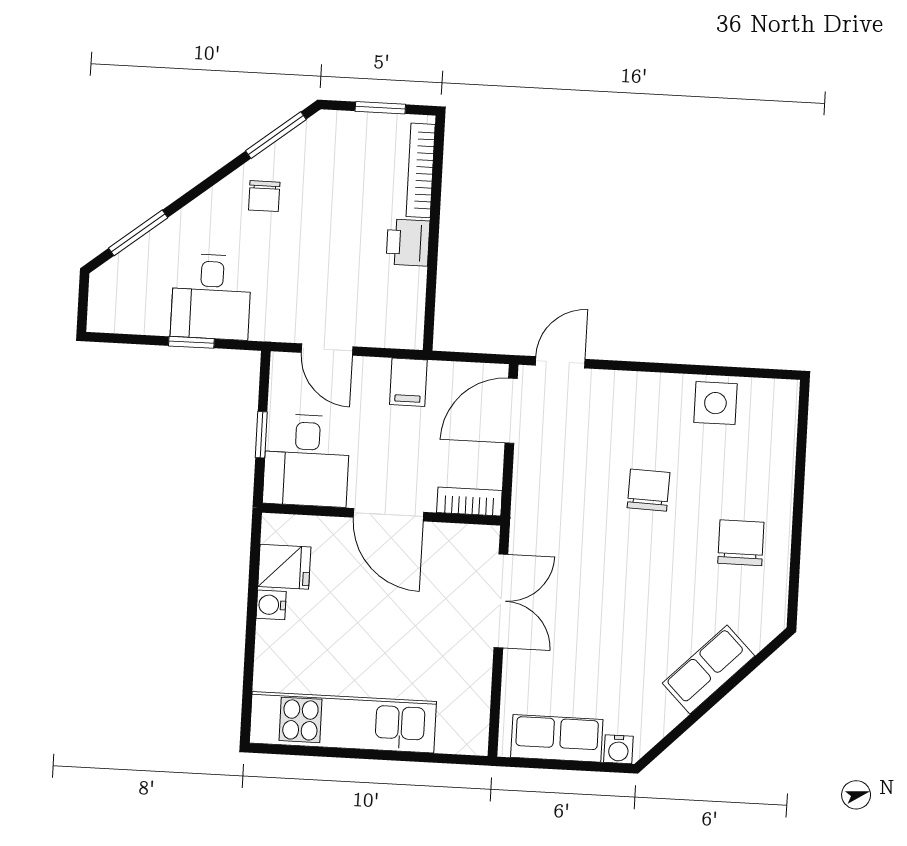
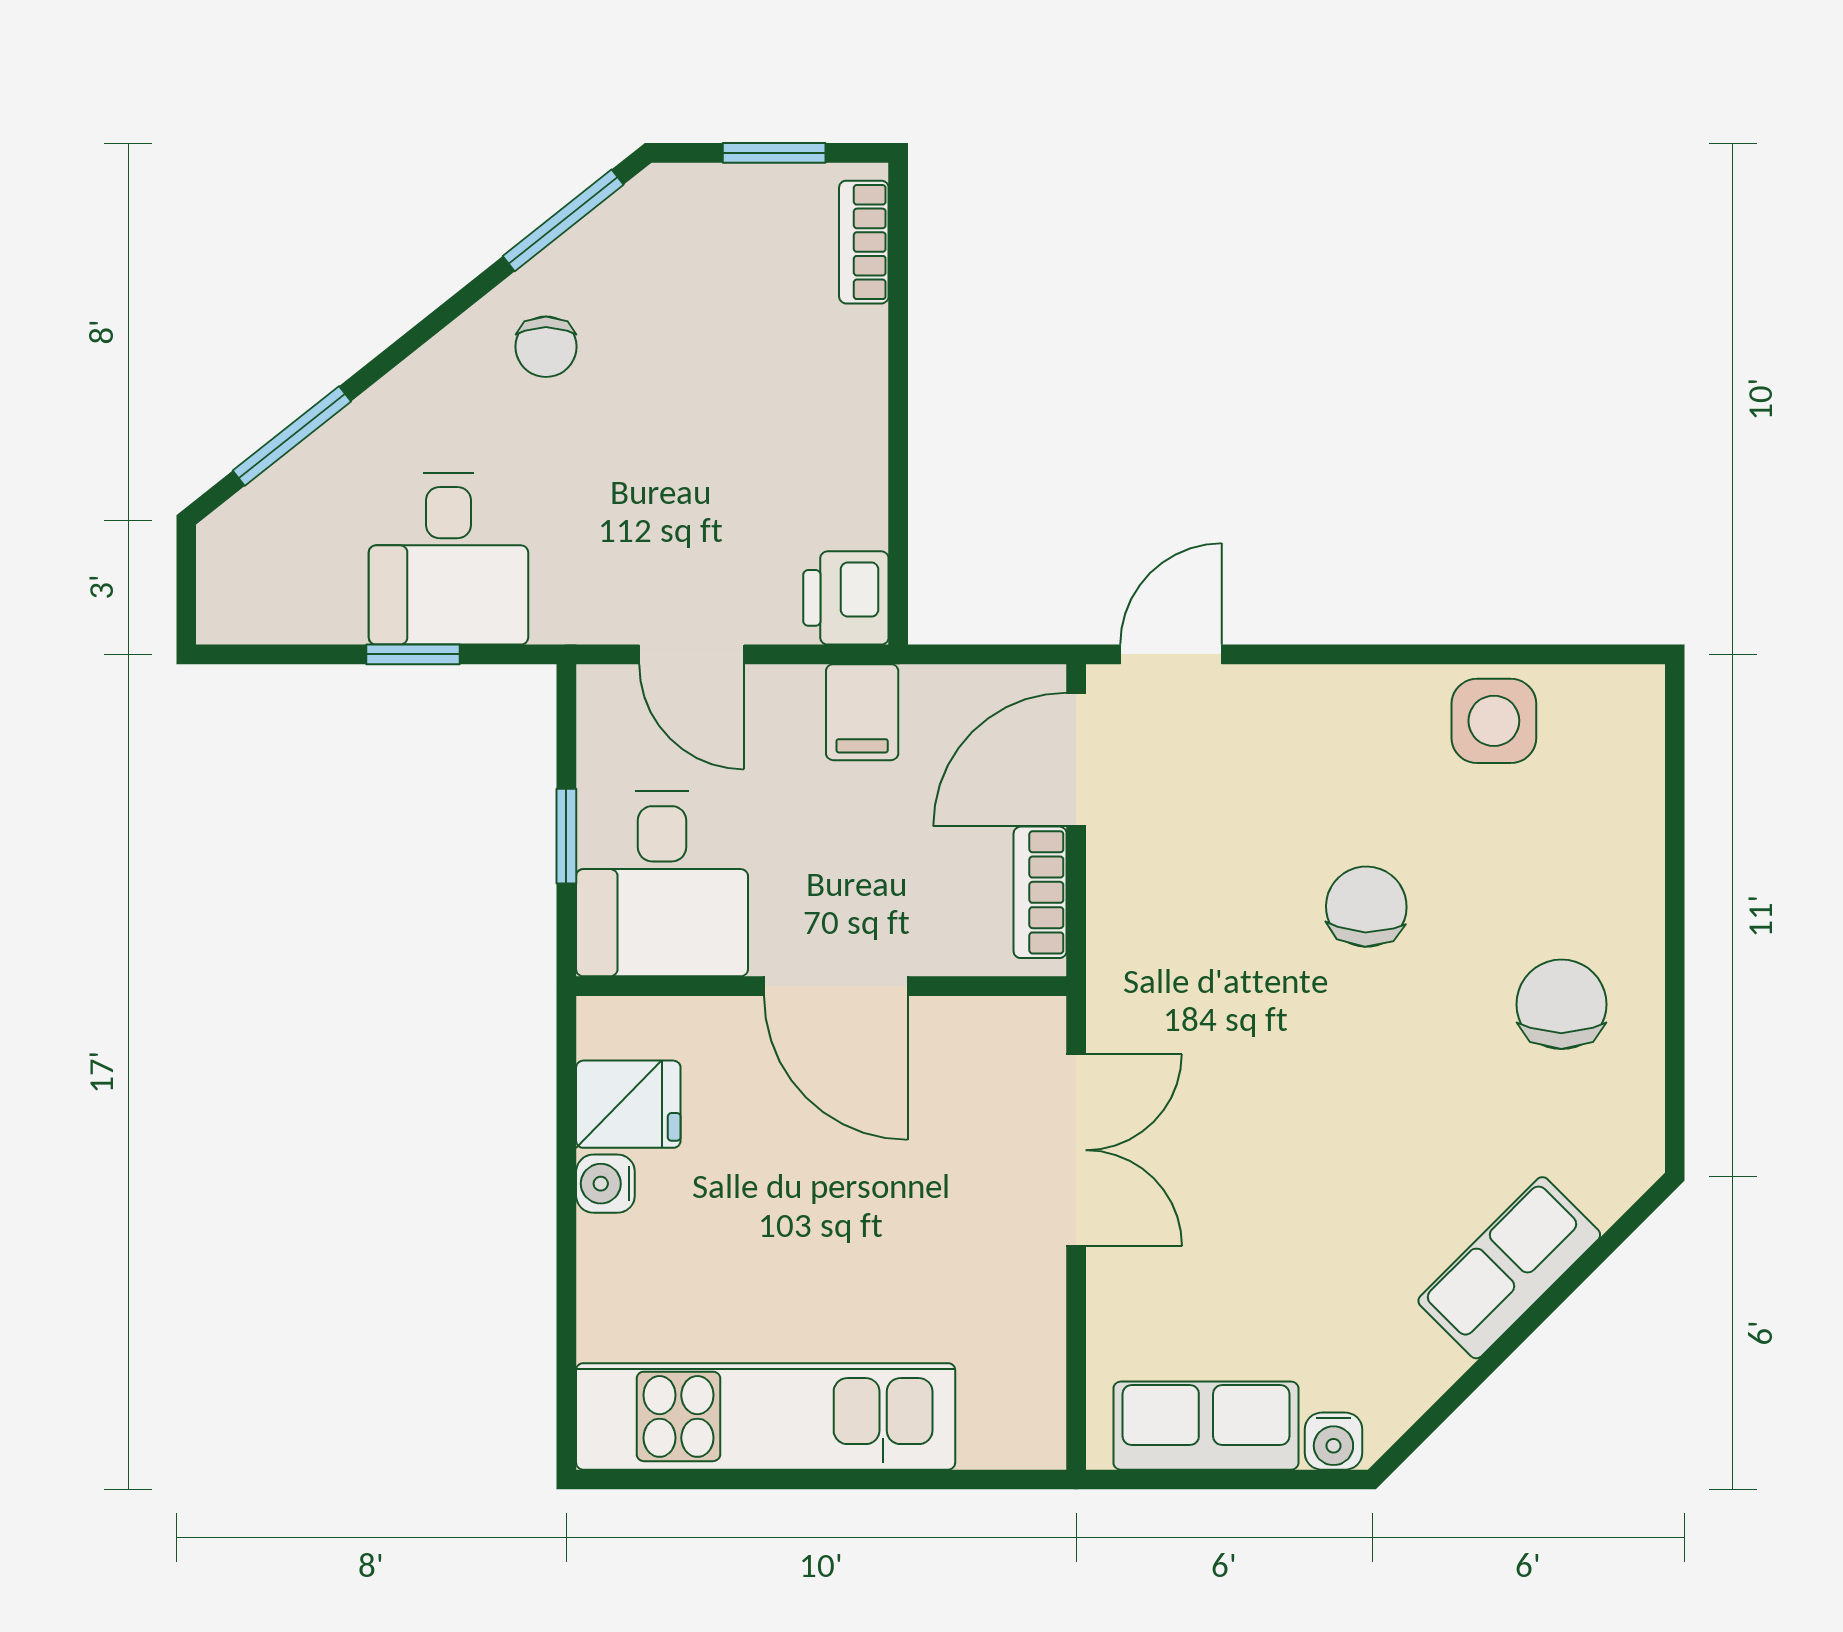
bookcase: (421, 170) -> (864, 242), width x0.64
printer: (408, 243) -> (846, 598), moved
bookcase: (469, 502) -> (1040, 892), moved, turned -90

